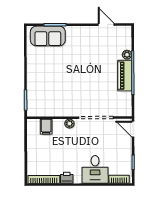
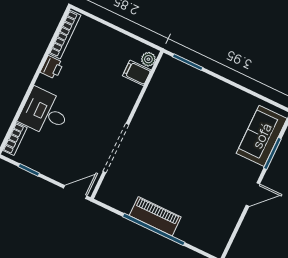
door: (106, 25) -> (253, 194), moved
plant: (127, 55) -> (183, 233), removed
plant: (69, 124) -> (148, 59), moved

